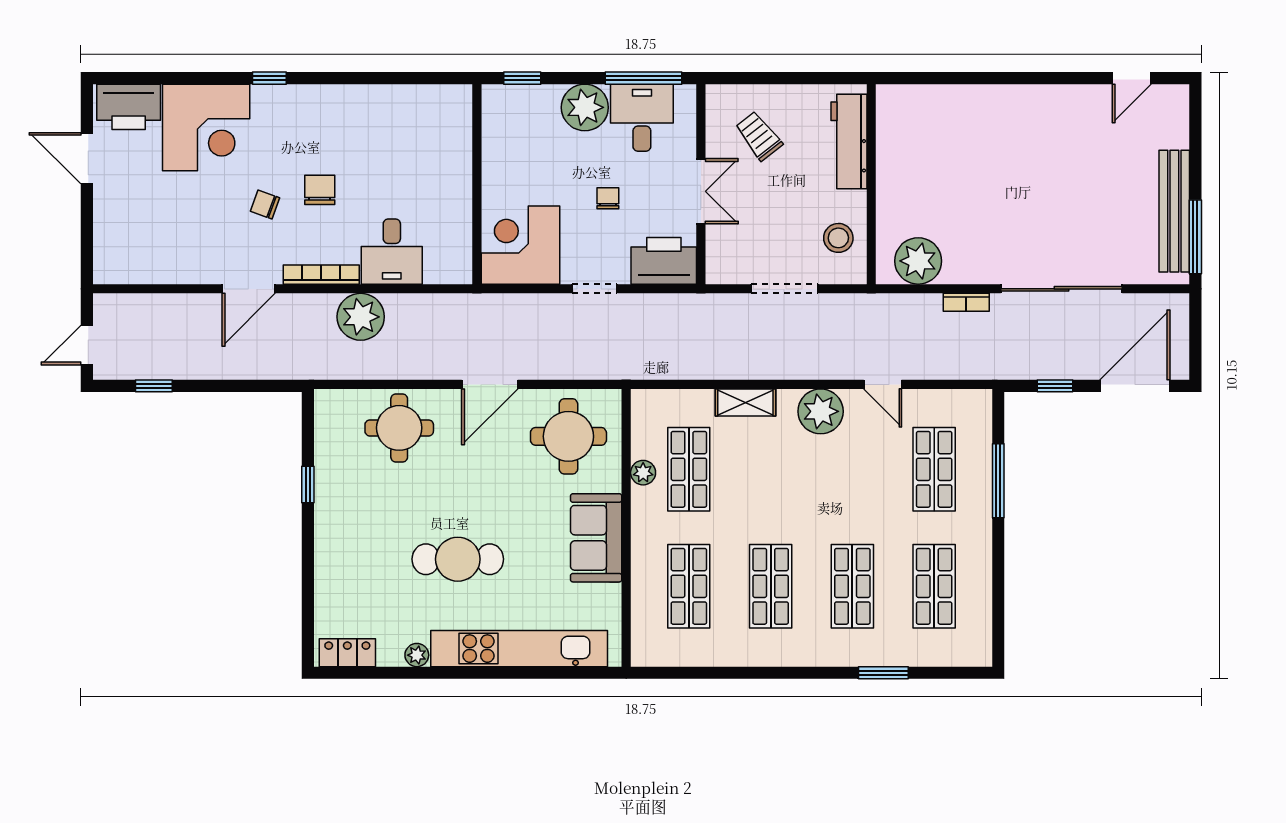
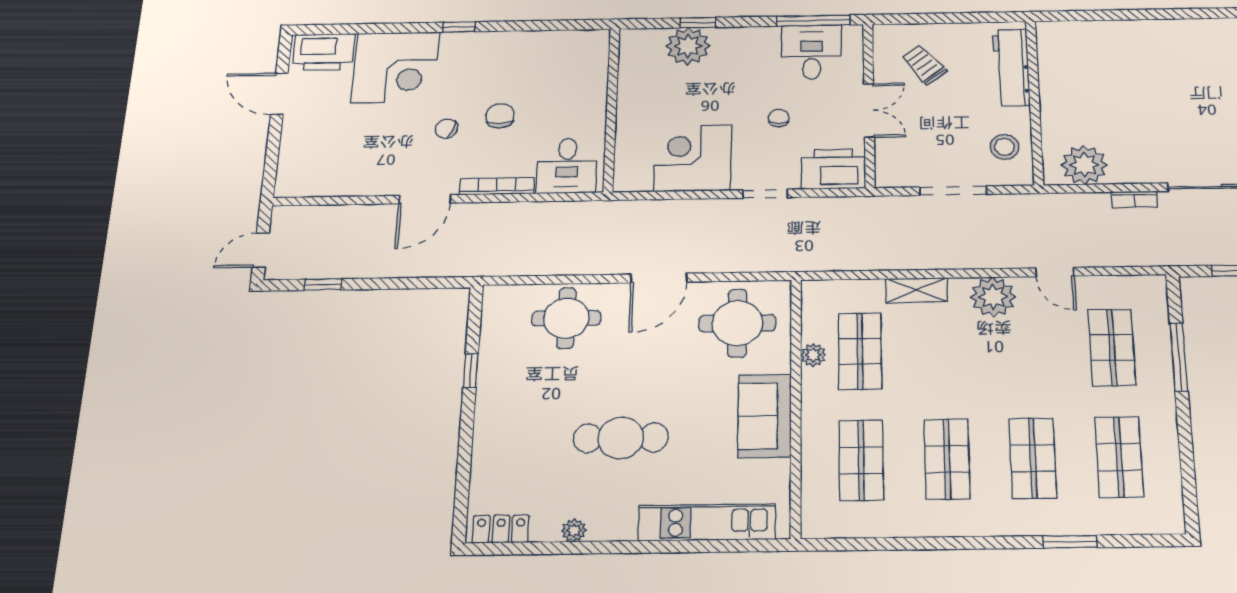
plant: (585, 107) -> (688, 46), moved
wall: (477, 184) -> (612, 109), moved
plant: (361, 317) -> (533, 221), removed
kitchen unit: (519, 649) -> (707, 522), width x0.73

